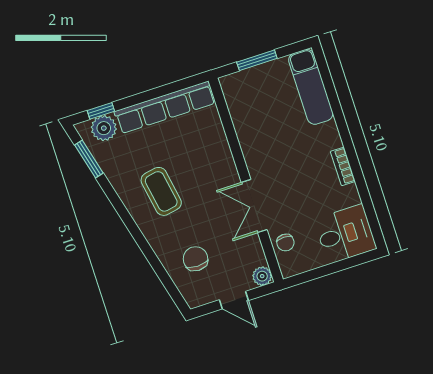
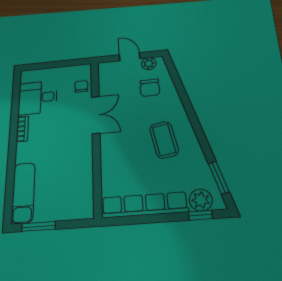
window: (257, 60) -> (39, 226), moved
desk: (345, 234) -> (38, 98), moved
plant: (262, 276) -> (149, 64), moved

